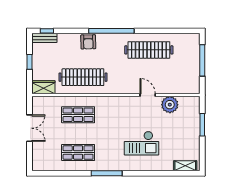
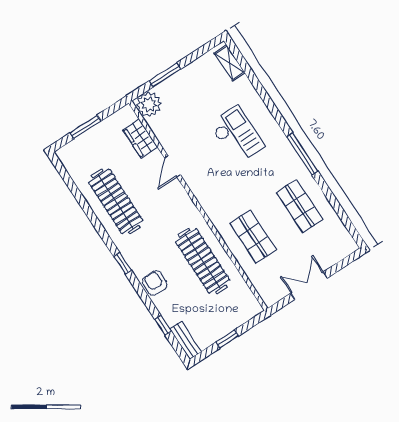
window: (47, 31) -> (163, 325), moved
window: (111, 31) -> (122, 263), width x0.32
armchair: (88, 42) -> (155, 283), turned -89
window: (202, 60) -> (85, 127), width x0.69
wardrobe: (43, 87) -> (140, 139), moved
plant: (170, 105) -> (149, 104), moved

